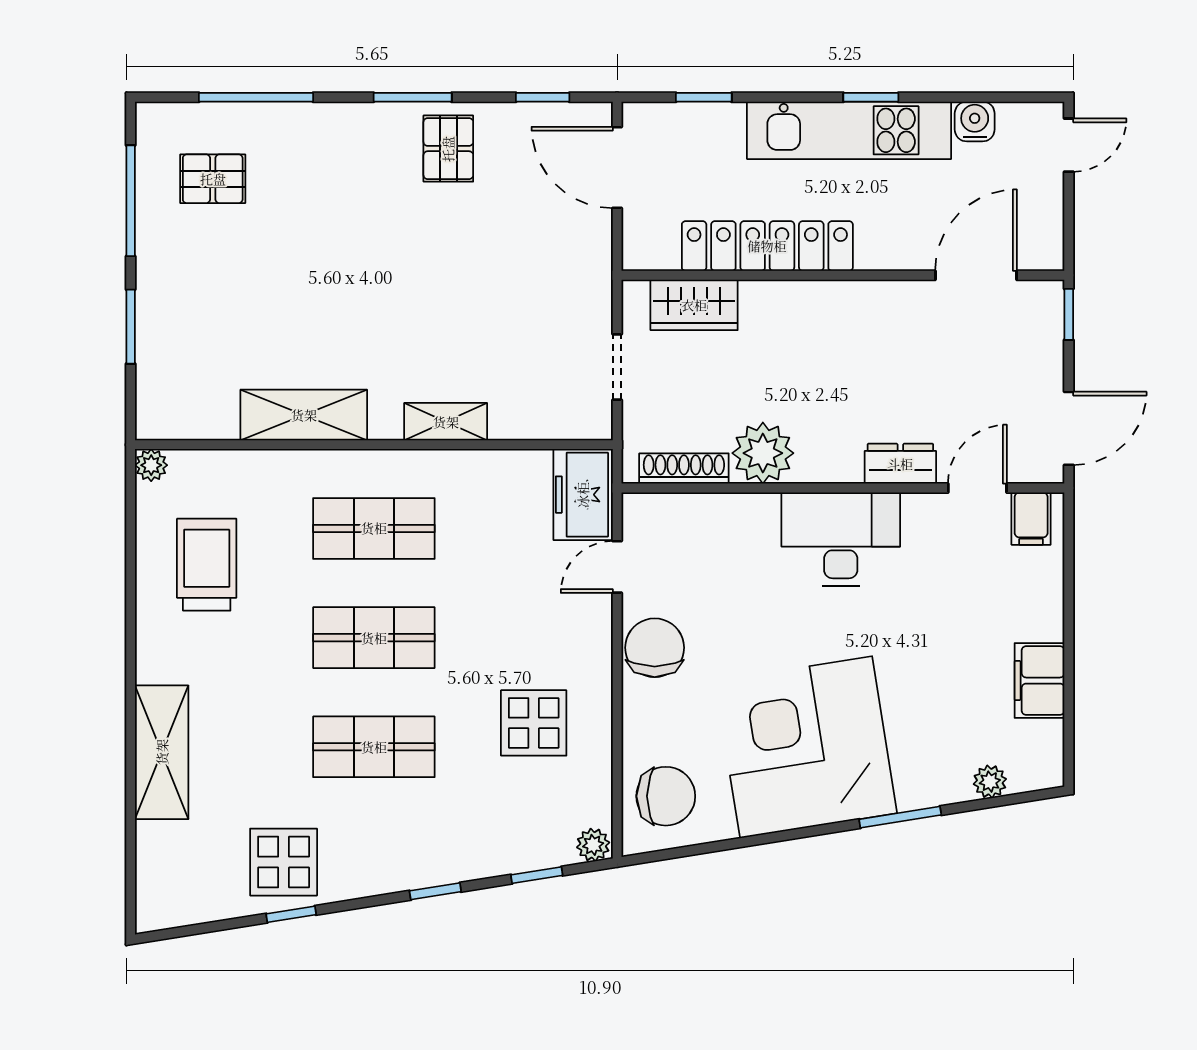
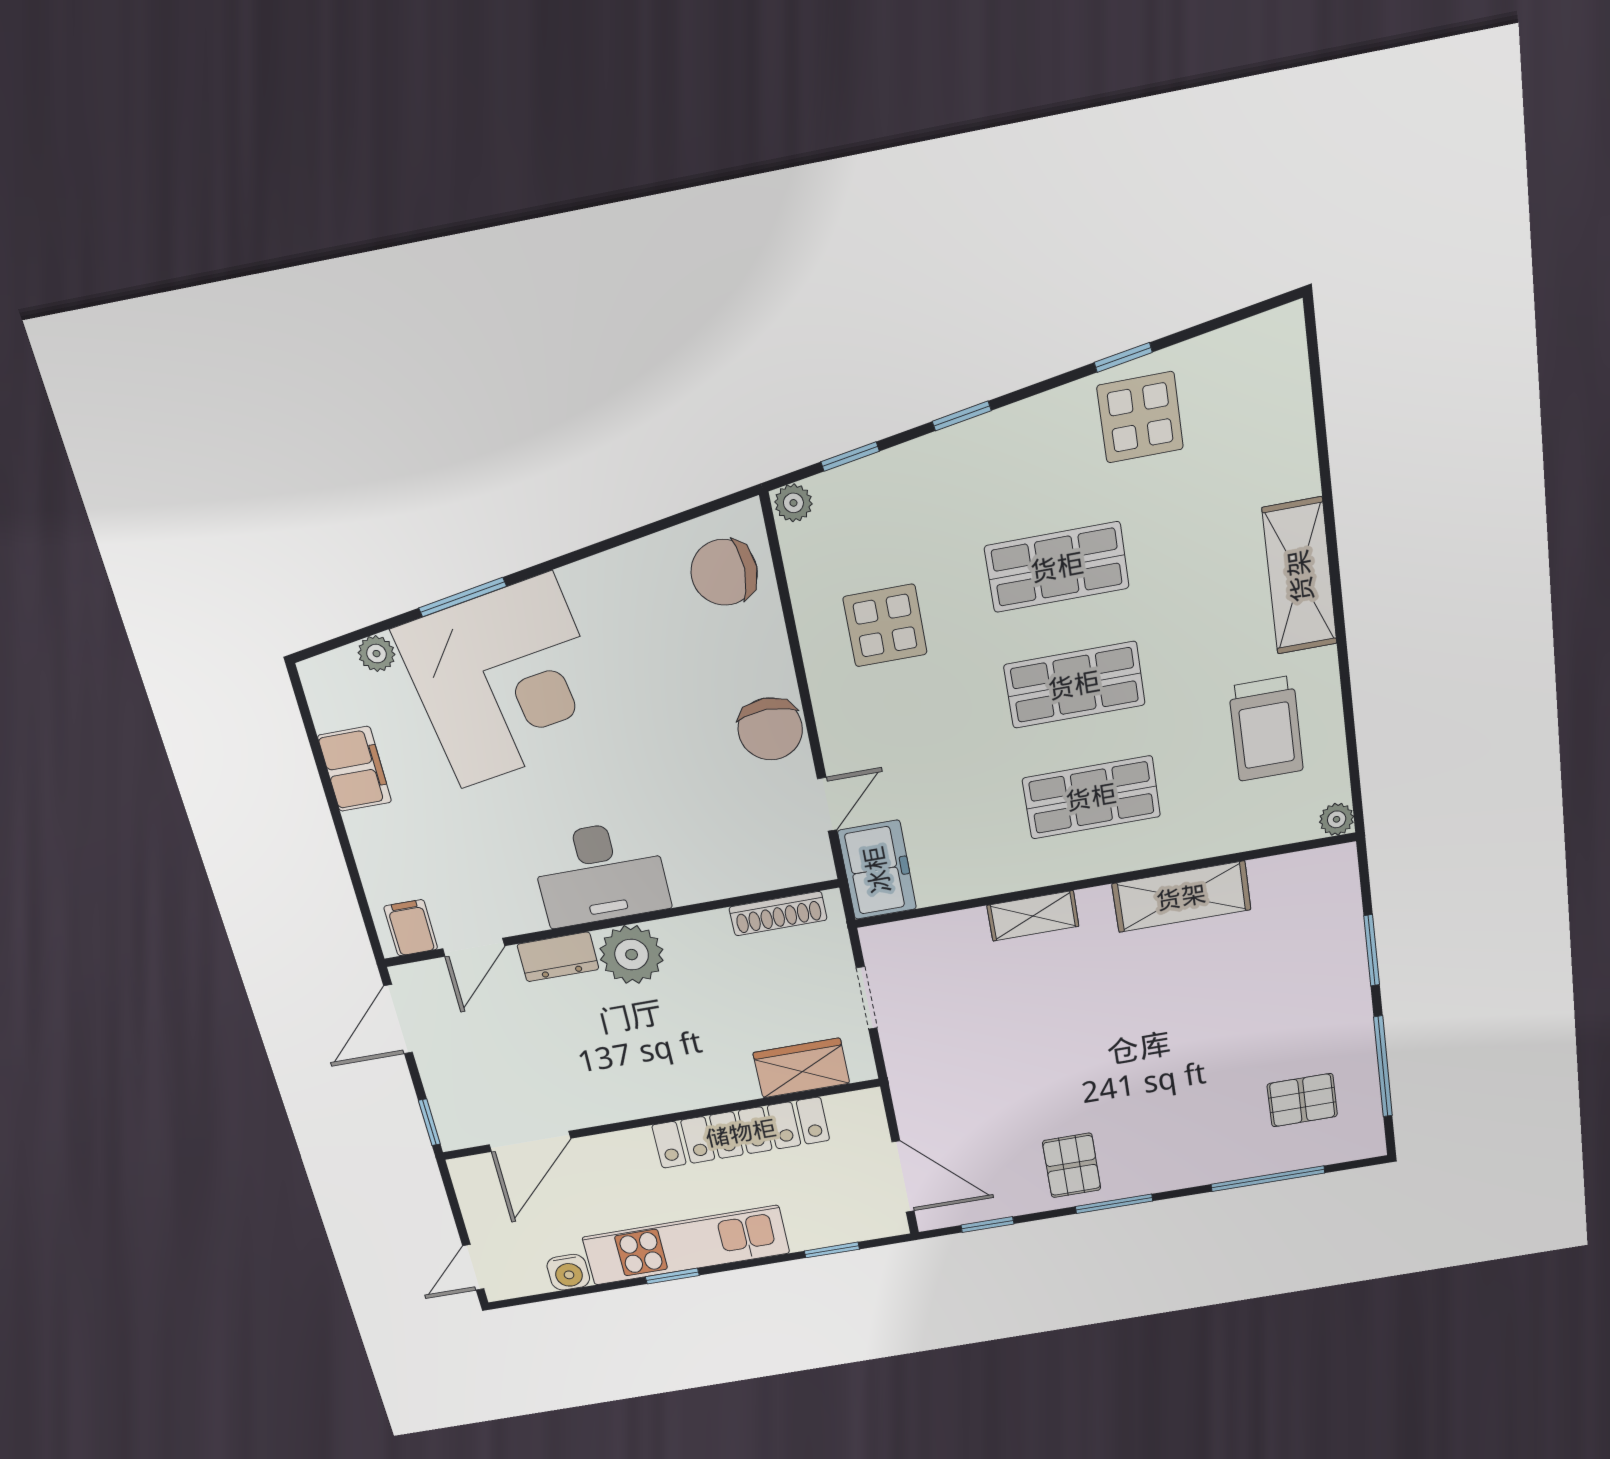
plant: (763, 453) -> (632, 955), moved
corner desk: (806, 747) -> (506, 682), moved
shelving: (162, 752) -> (1300, 576), moved

